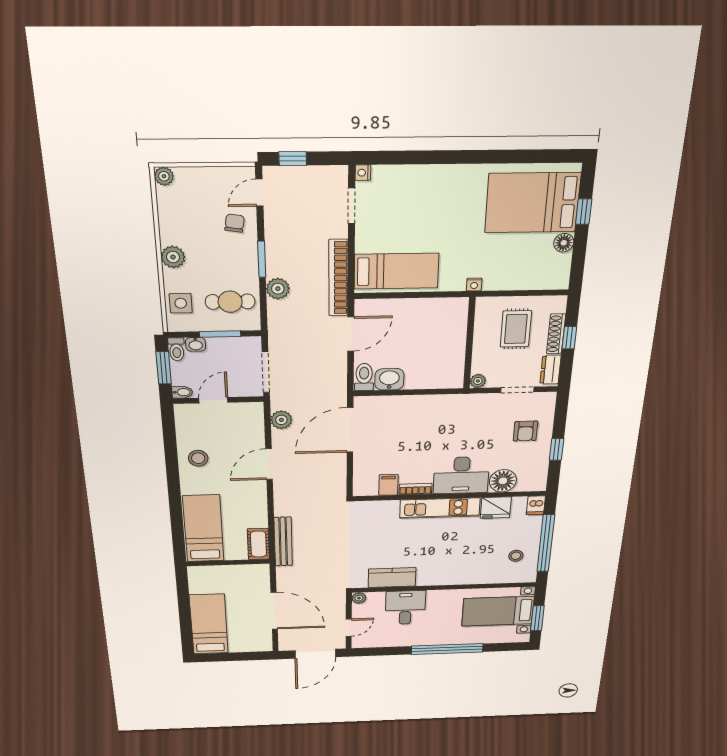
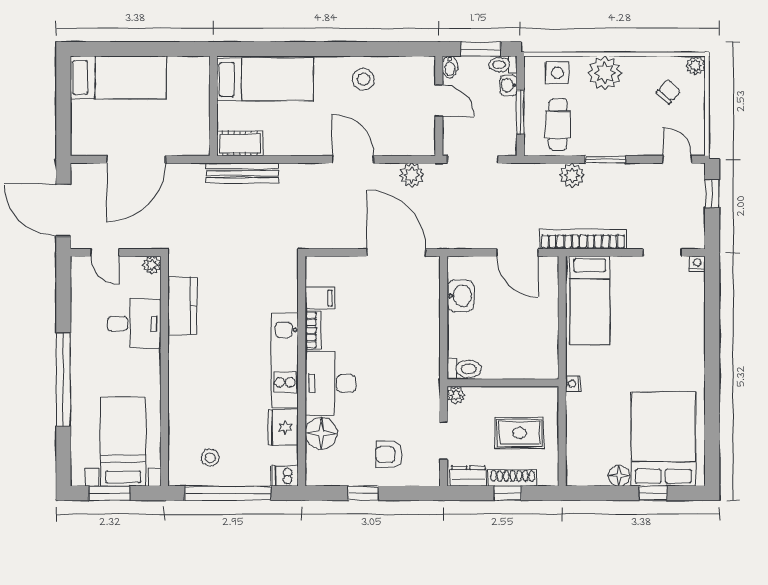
chair: (235, 223) -> (669, 92), moved, turned -57
plant: (173, 257) -> (605, 73), width x1.36, depth x1.36
toilet: (364, 377) -> (464, 369), moved

